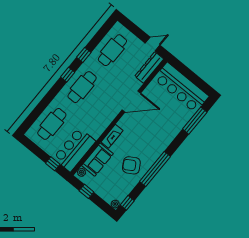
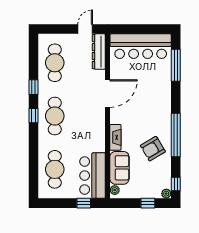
window: (86, 191) -> (148, 203), moved

